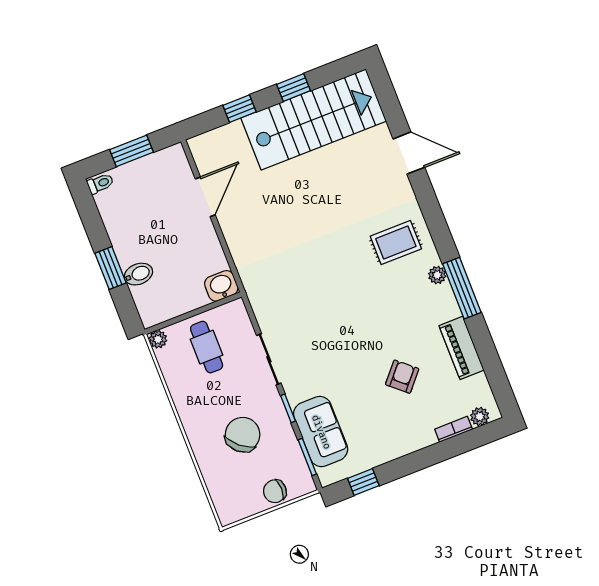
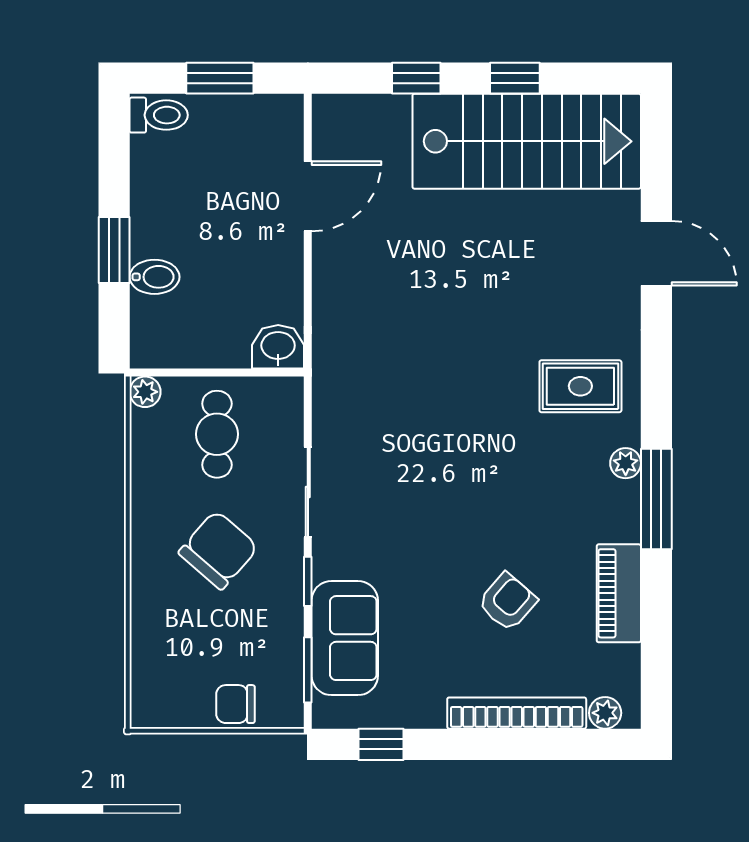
toilet: (100, 183) -> (159, 115), width x1.37, depth x1.39
bookcase: (454, 429) -> (517, 713), width x2.31, depth x1.31
chair: (243, 435) -> (218, 550), moved

